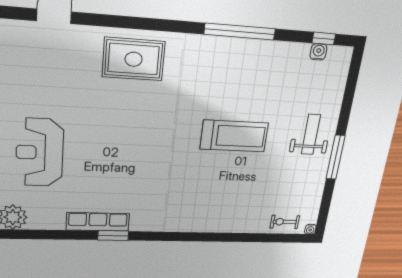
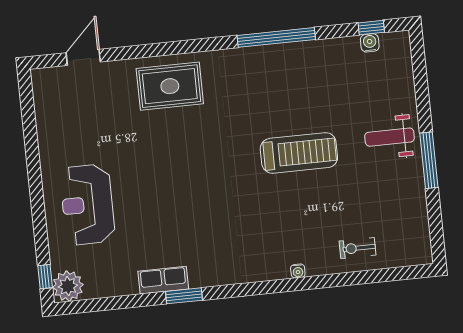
weight bench: (311, 134) -> (390, 137), turned -90
row of seats: (98, 222) -> (163, 280), width x0.68
exercise bike: (285, 222) -> (357, 248), moved
water cooler: (310, 229) -> (298, 271), moved

